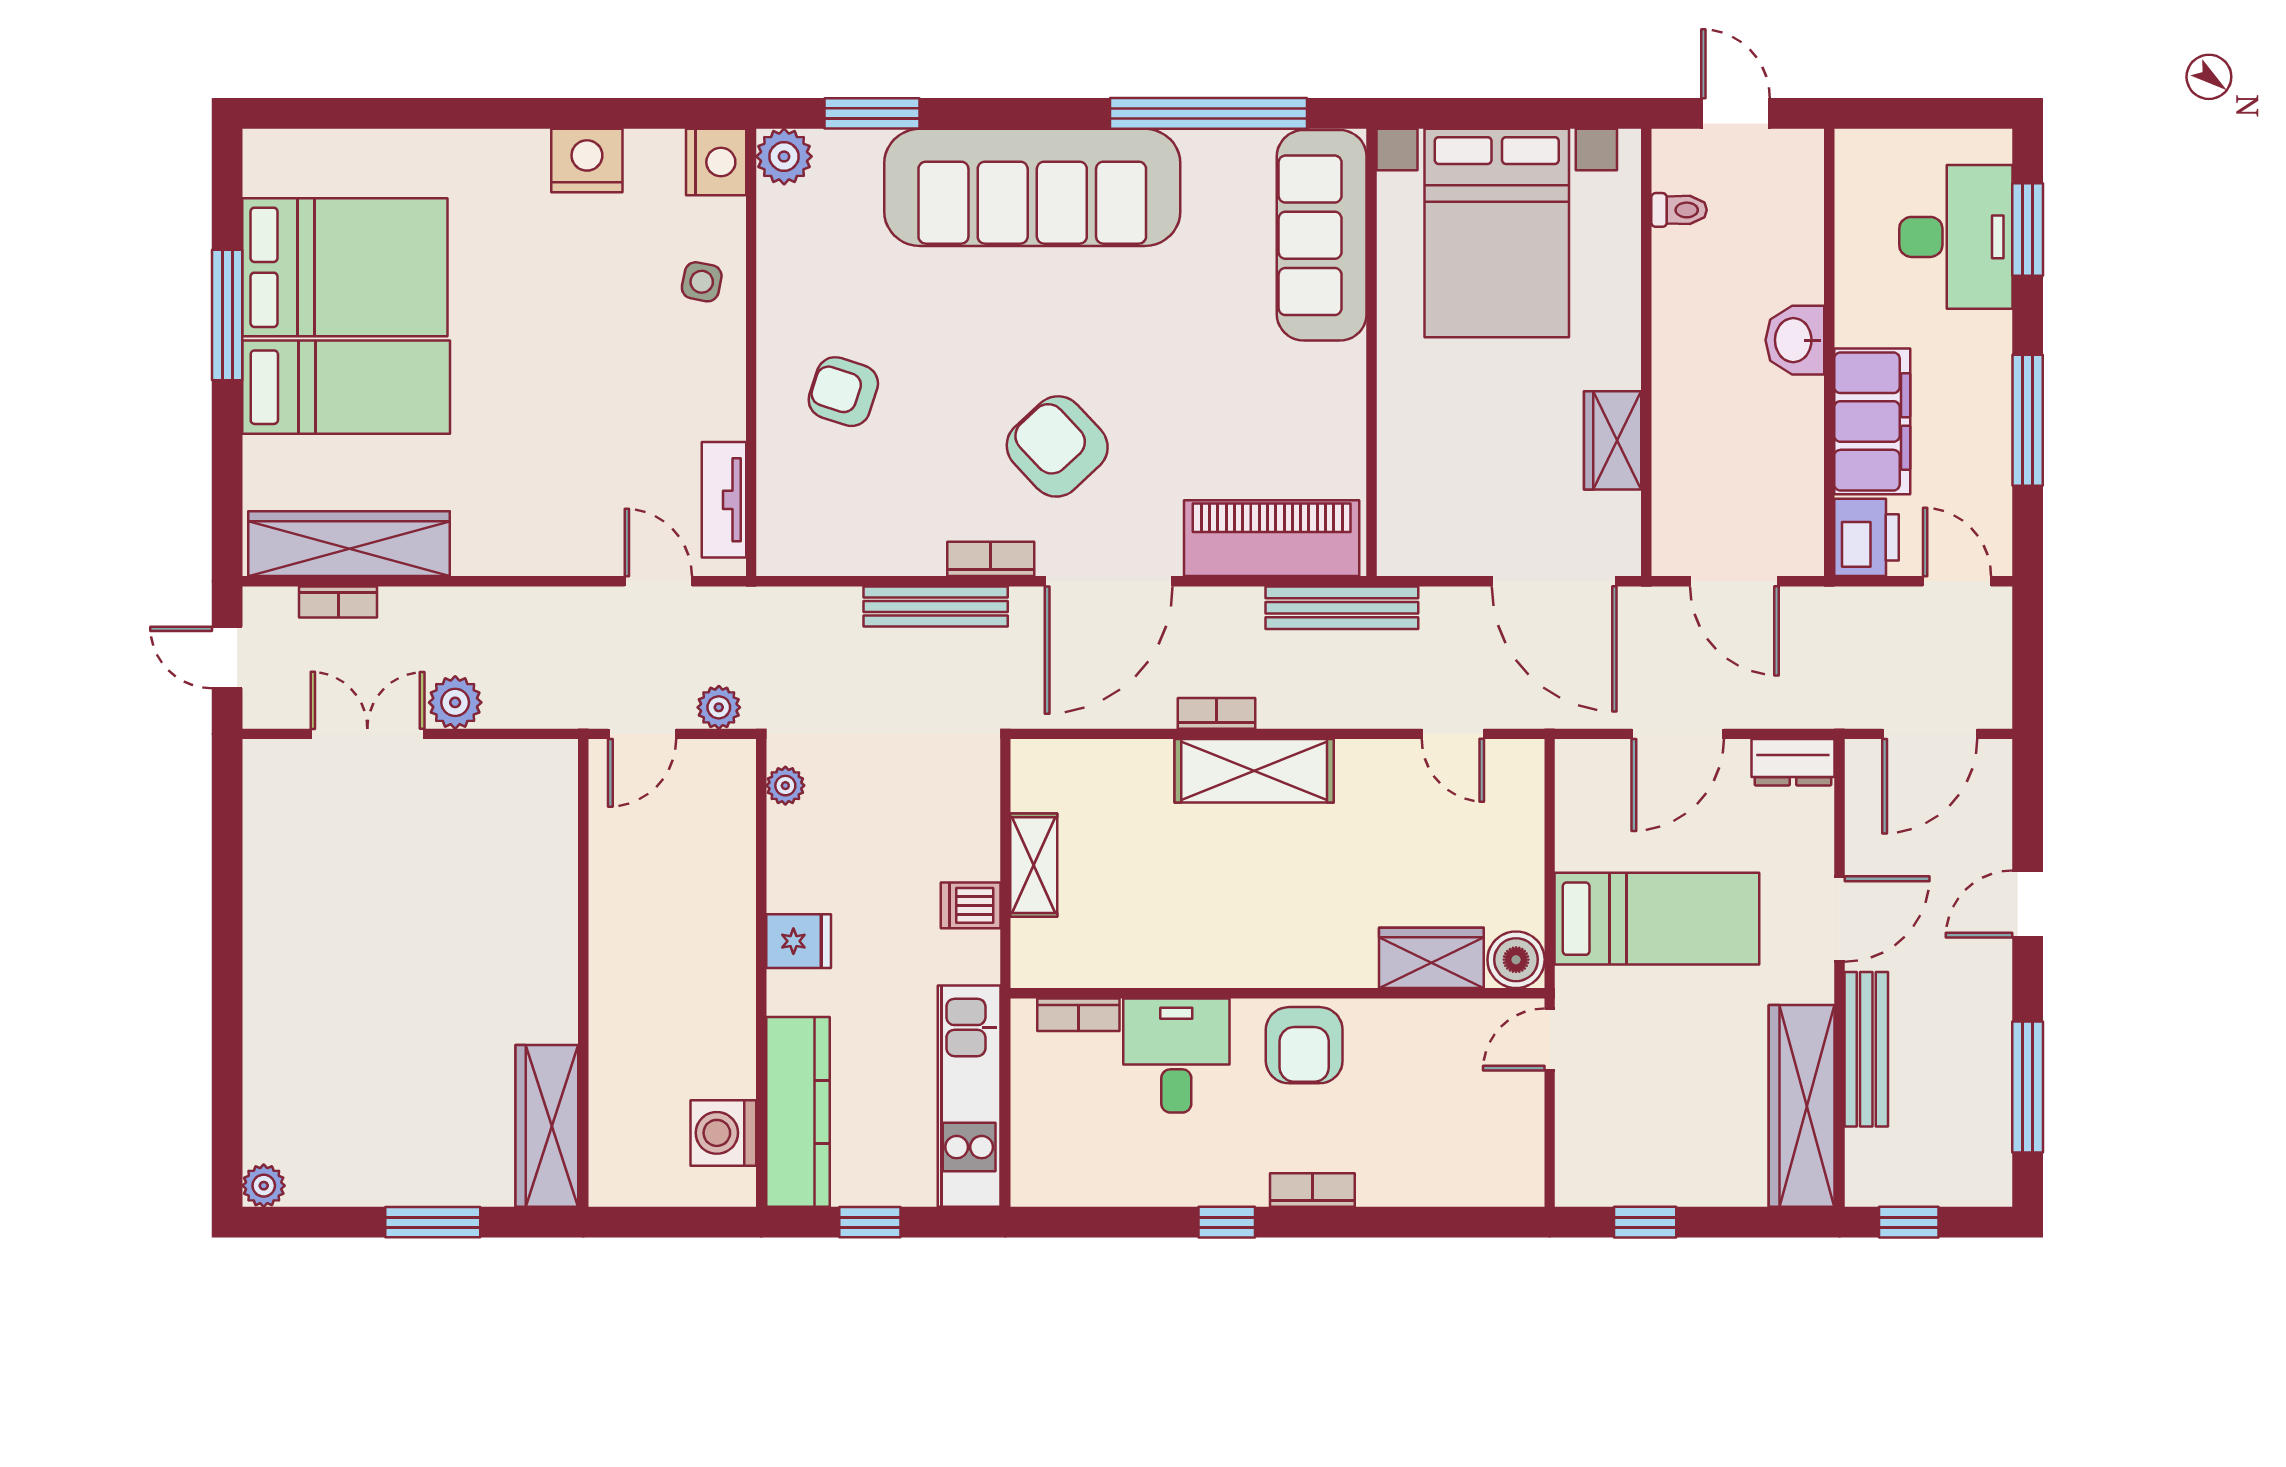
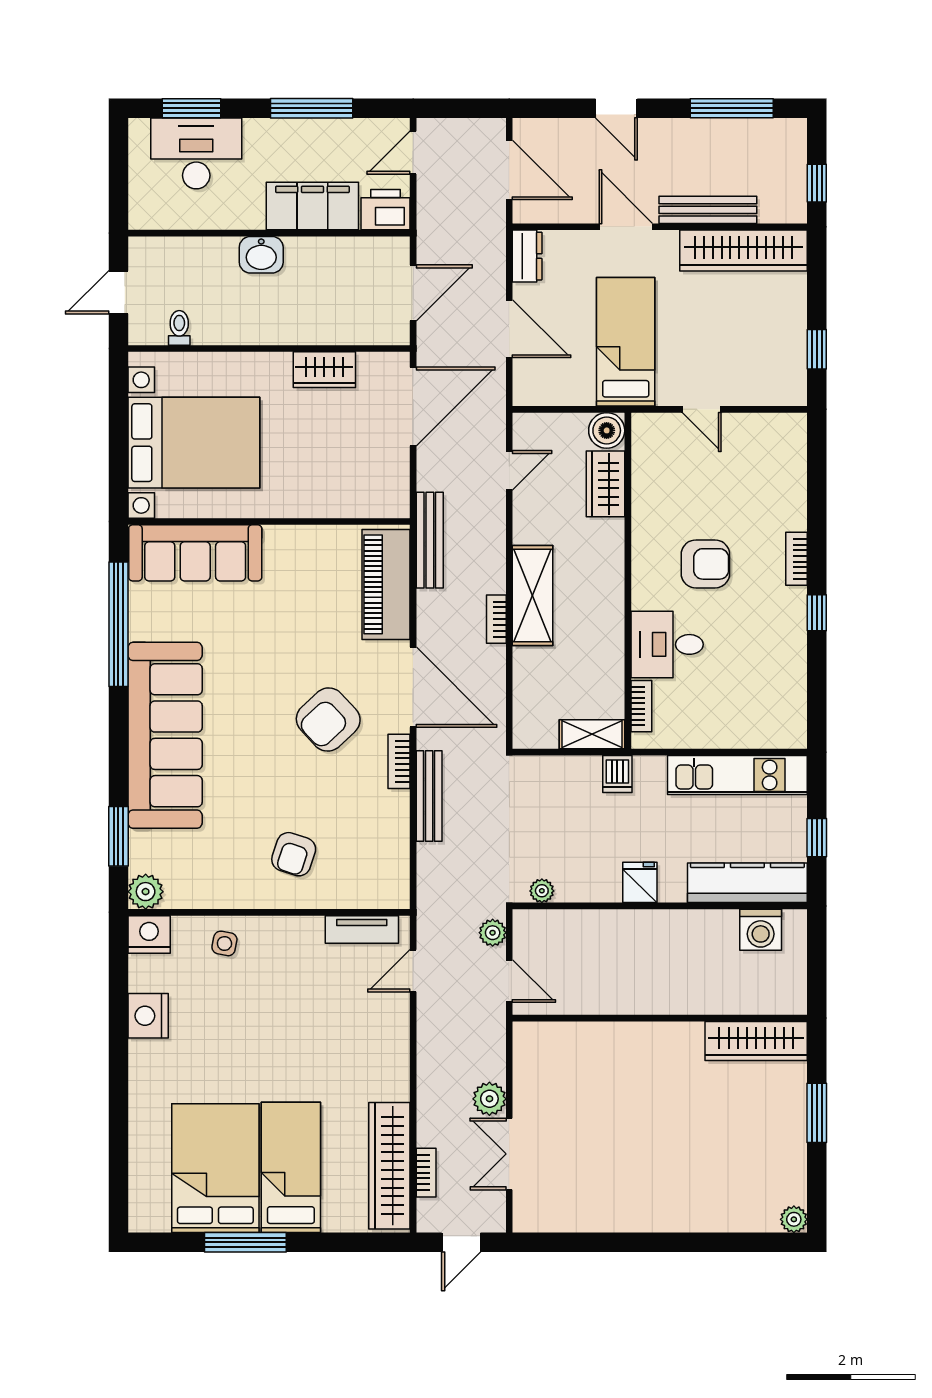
wardrobe: (1431, 958) -> (606, 484), moved
boiler: (1516, 960) -> (607, 430), moved
wall: (1277, 993) -> (628, 581), moved
bookcase: (1078, 1015) -> (641, 706), moved
desk: (1176, 1056) -> (667, 644), moved

